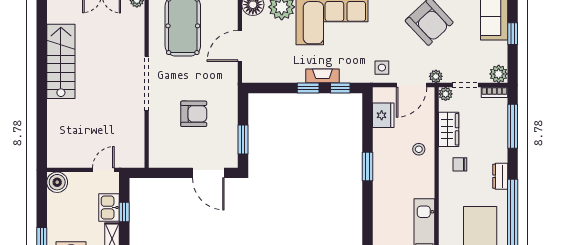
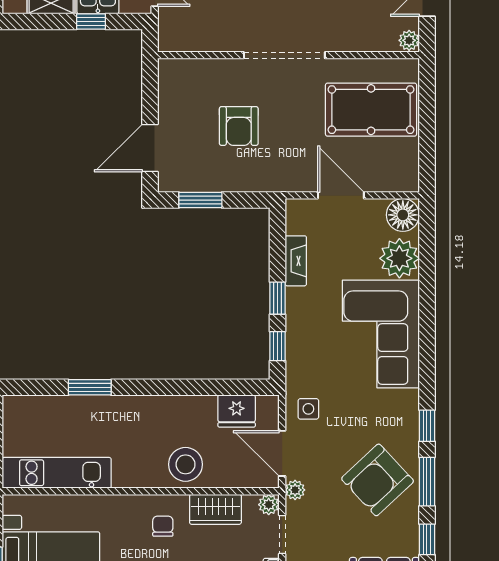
fireplace: (322, 76) -> (296, 261), moved
stool: (419, 149) -> (186, 464), width x1.89, depth x1.89
window: (367, 167) -> (90, 387), moved

